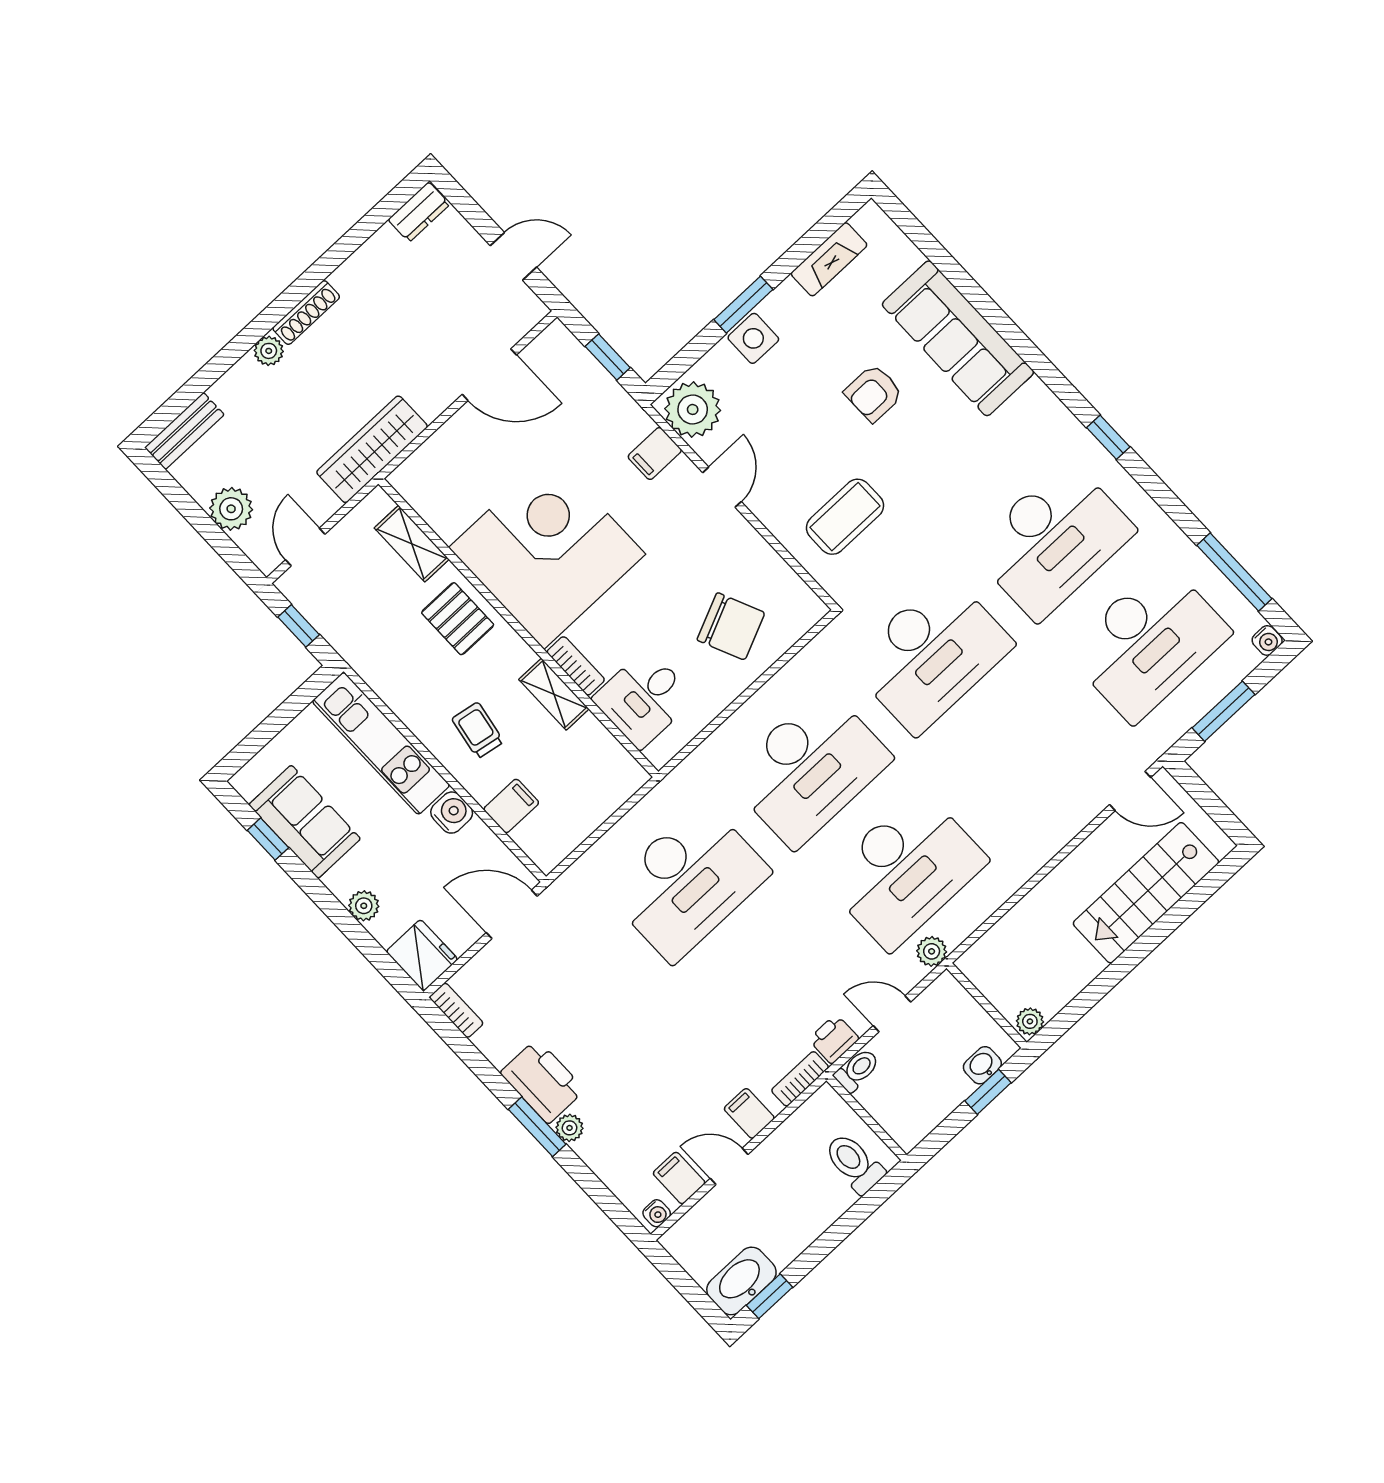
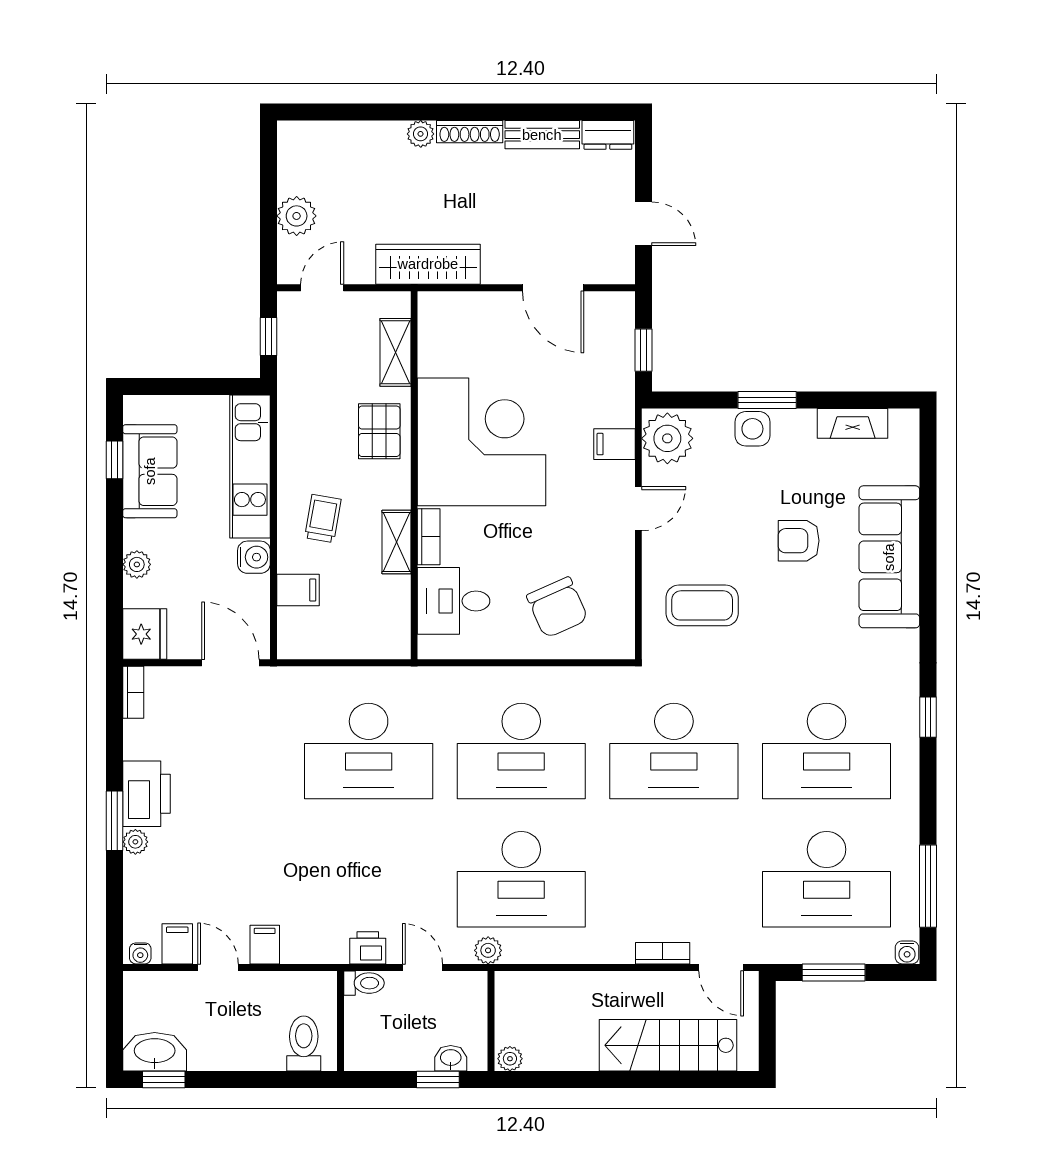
bench: (184, 431) -> (542, 135), moved
bookcase: (800, 1079) -> (663, 953), moved

